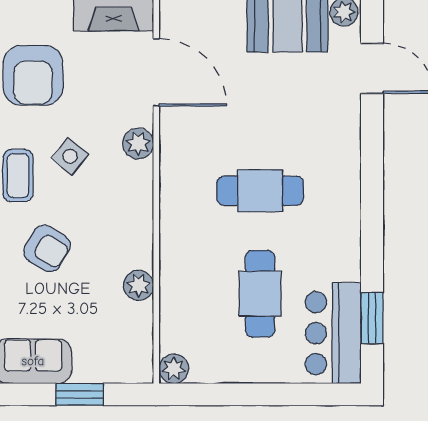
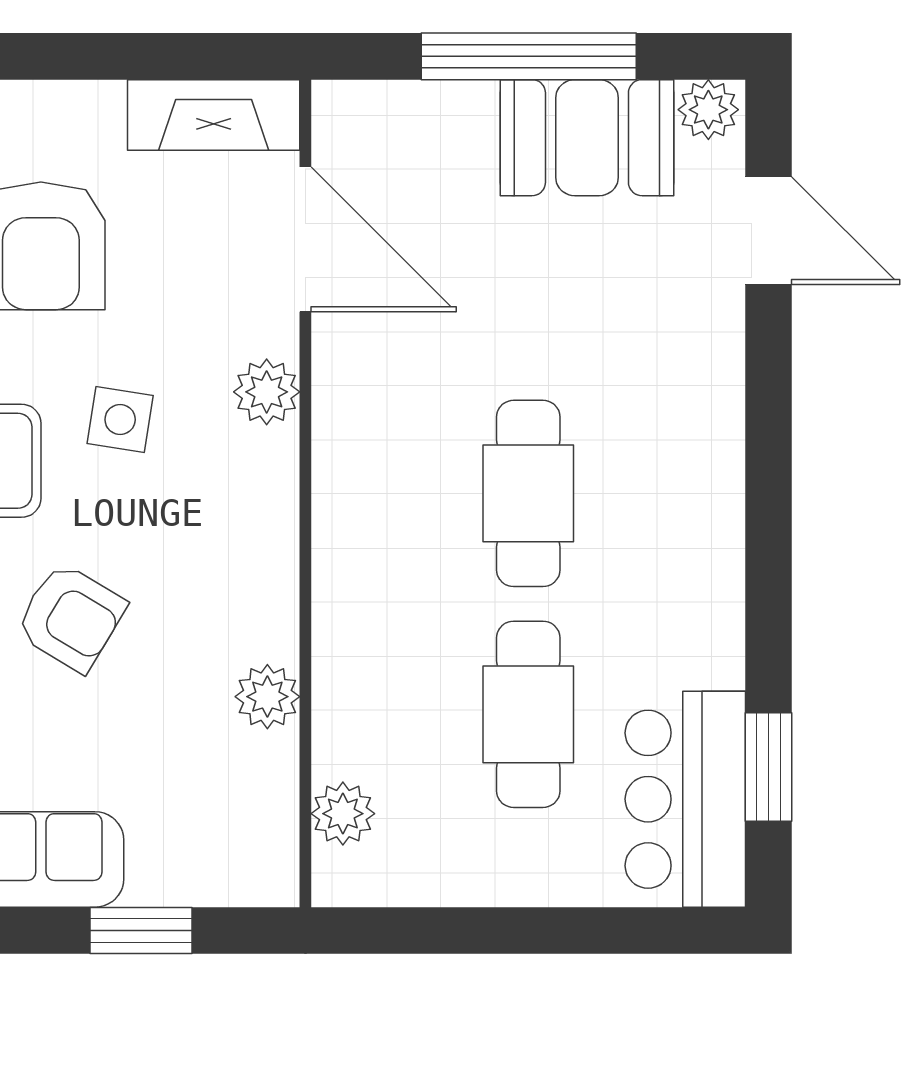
side table: (70, 156) -> (120, 420), turned -30
cafe table: (260, 191) -> (528, 493), turned 90
plant: (174, 369) -> (343, 814), moved

